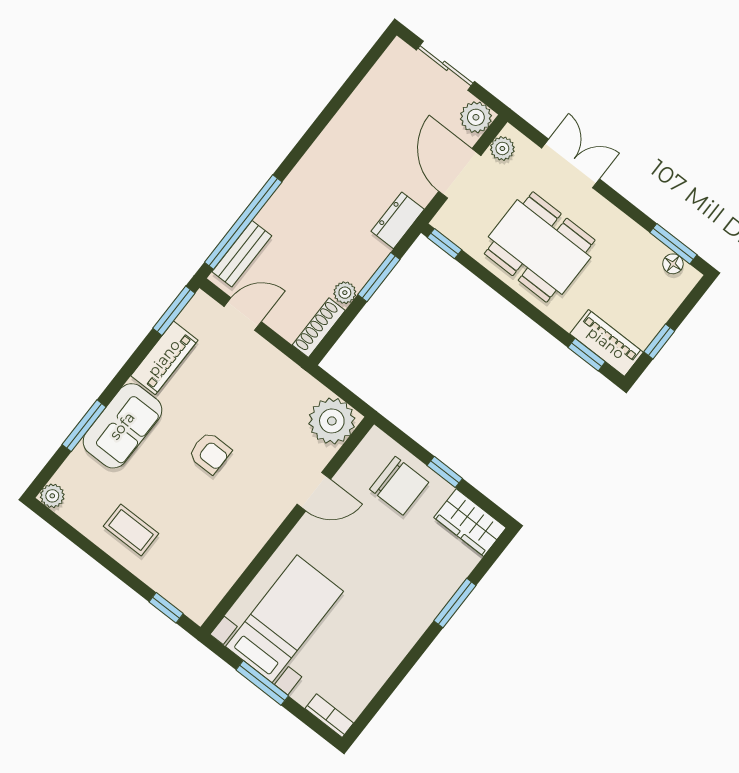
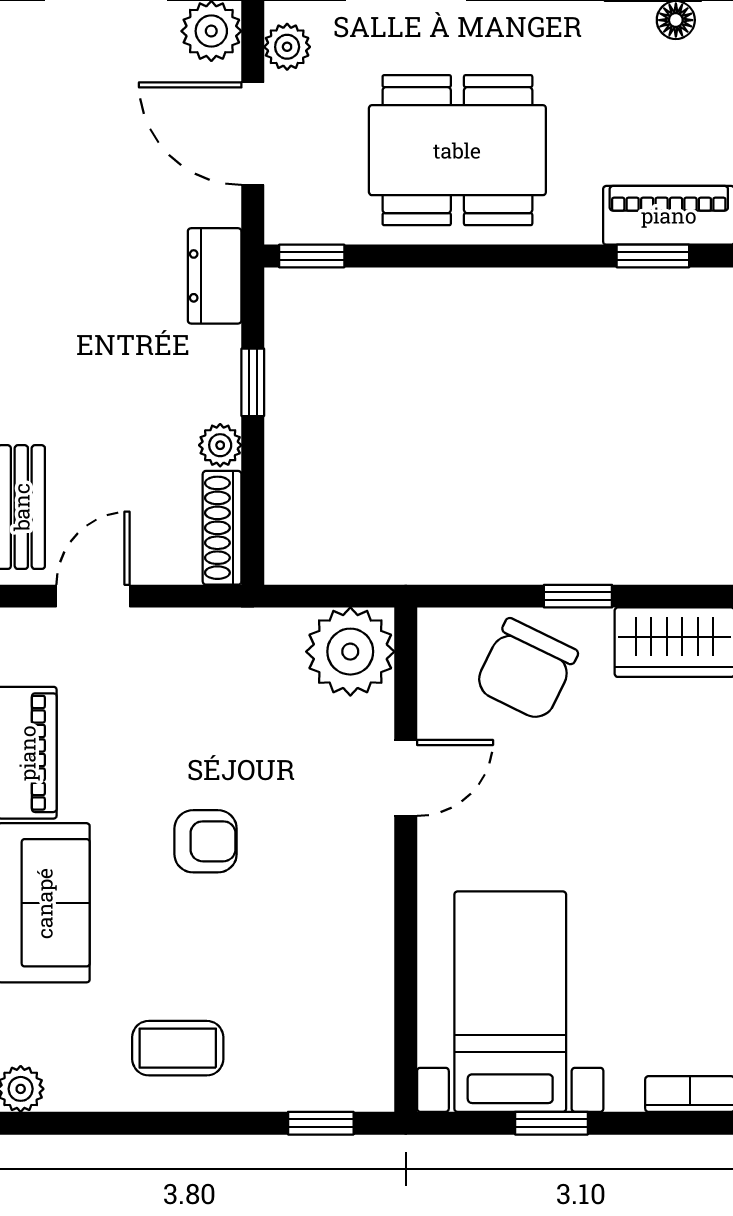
window: (379, 277) -> (253, 382), width x0.67
chair: (399, 486) -> (526, 670), turned 116
window: (262, 683) -> (551, 1123), width x0.67

